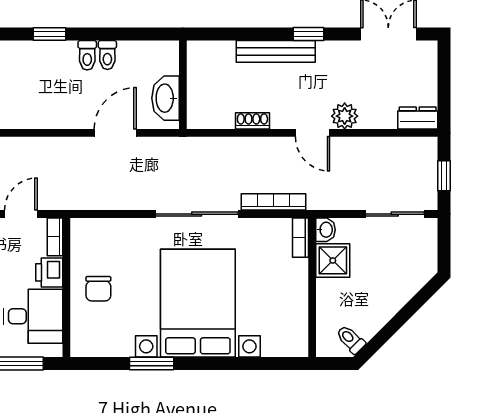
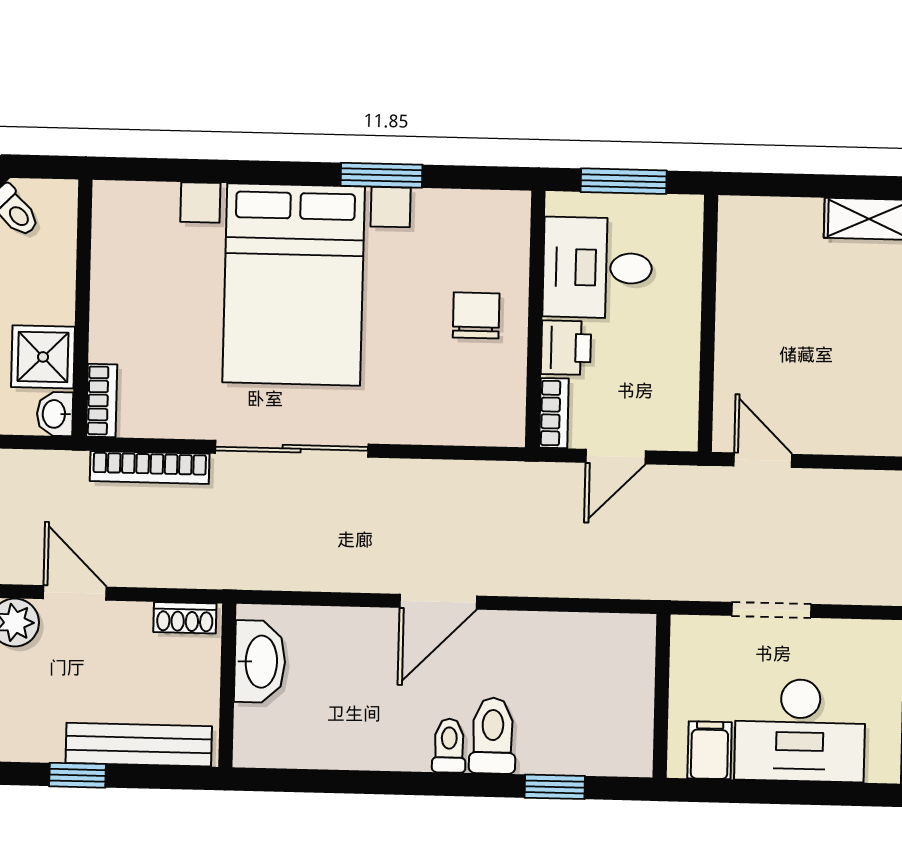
toilet: (87, 55) -> (493, 736), width x1.37, depth x1.39
wall: (183, 85) -> (227, 685), moved
washbasin: (166, 98) -> (260, 662), moved

